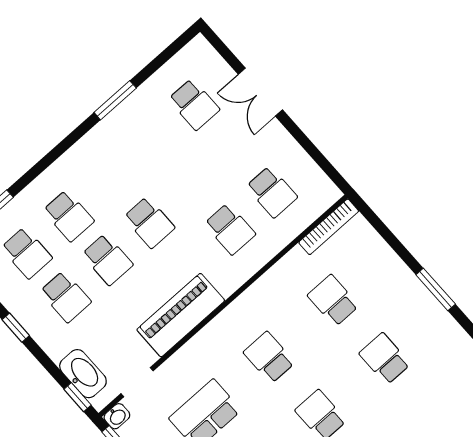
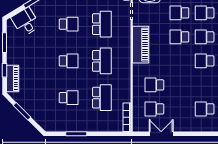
double door: (260, 92) -> (161, 134), moved
school desk: (149, 222) -> (205, 61), moved
school desk: (333, 301) -> (102, 98), width x1.85
school desk: (269, 357) -> (102, 61), width x1.85

